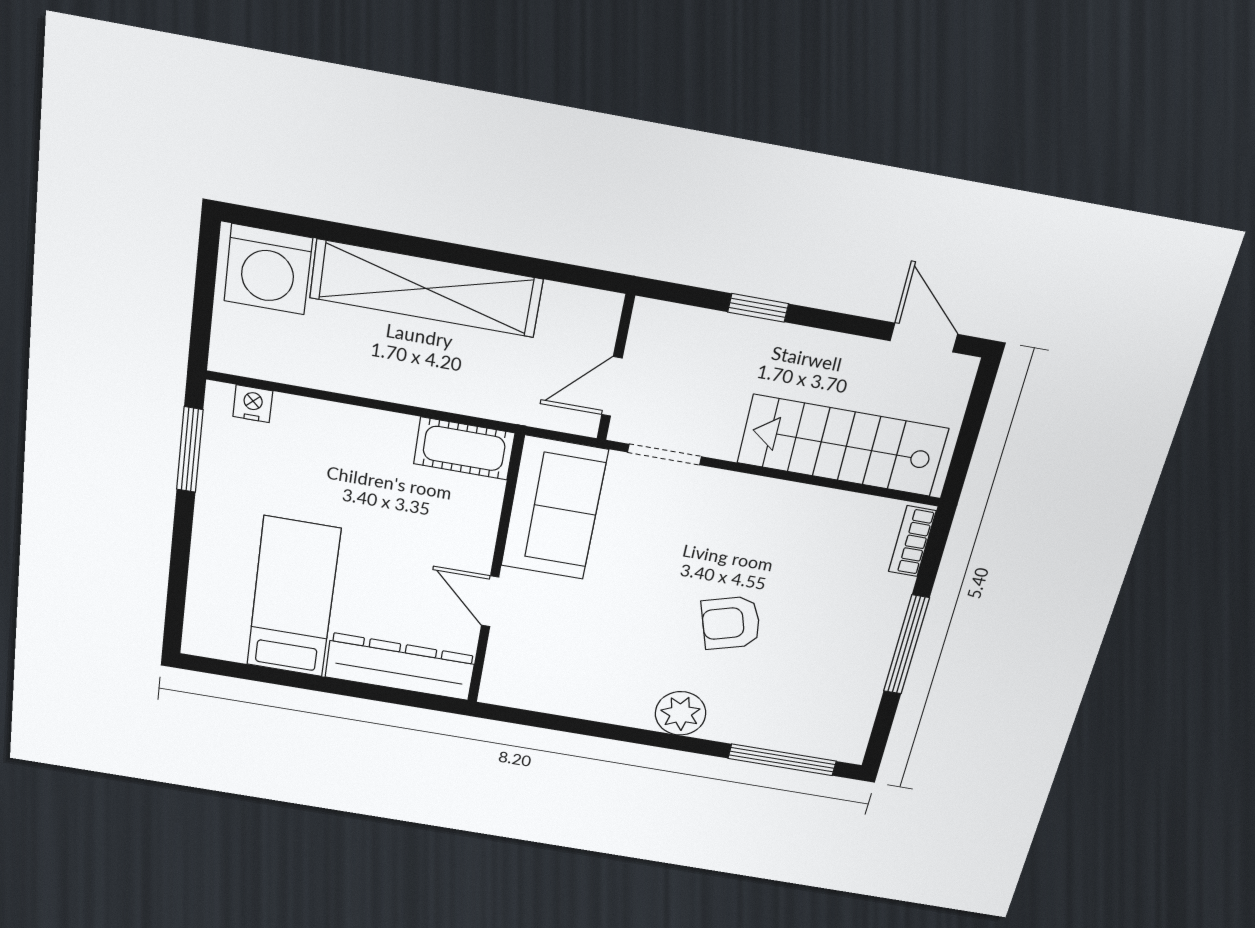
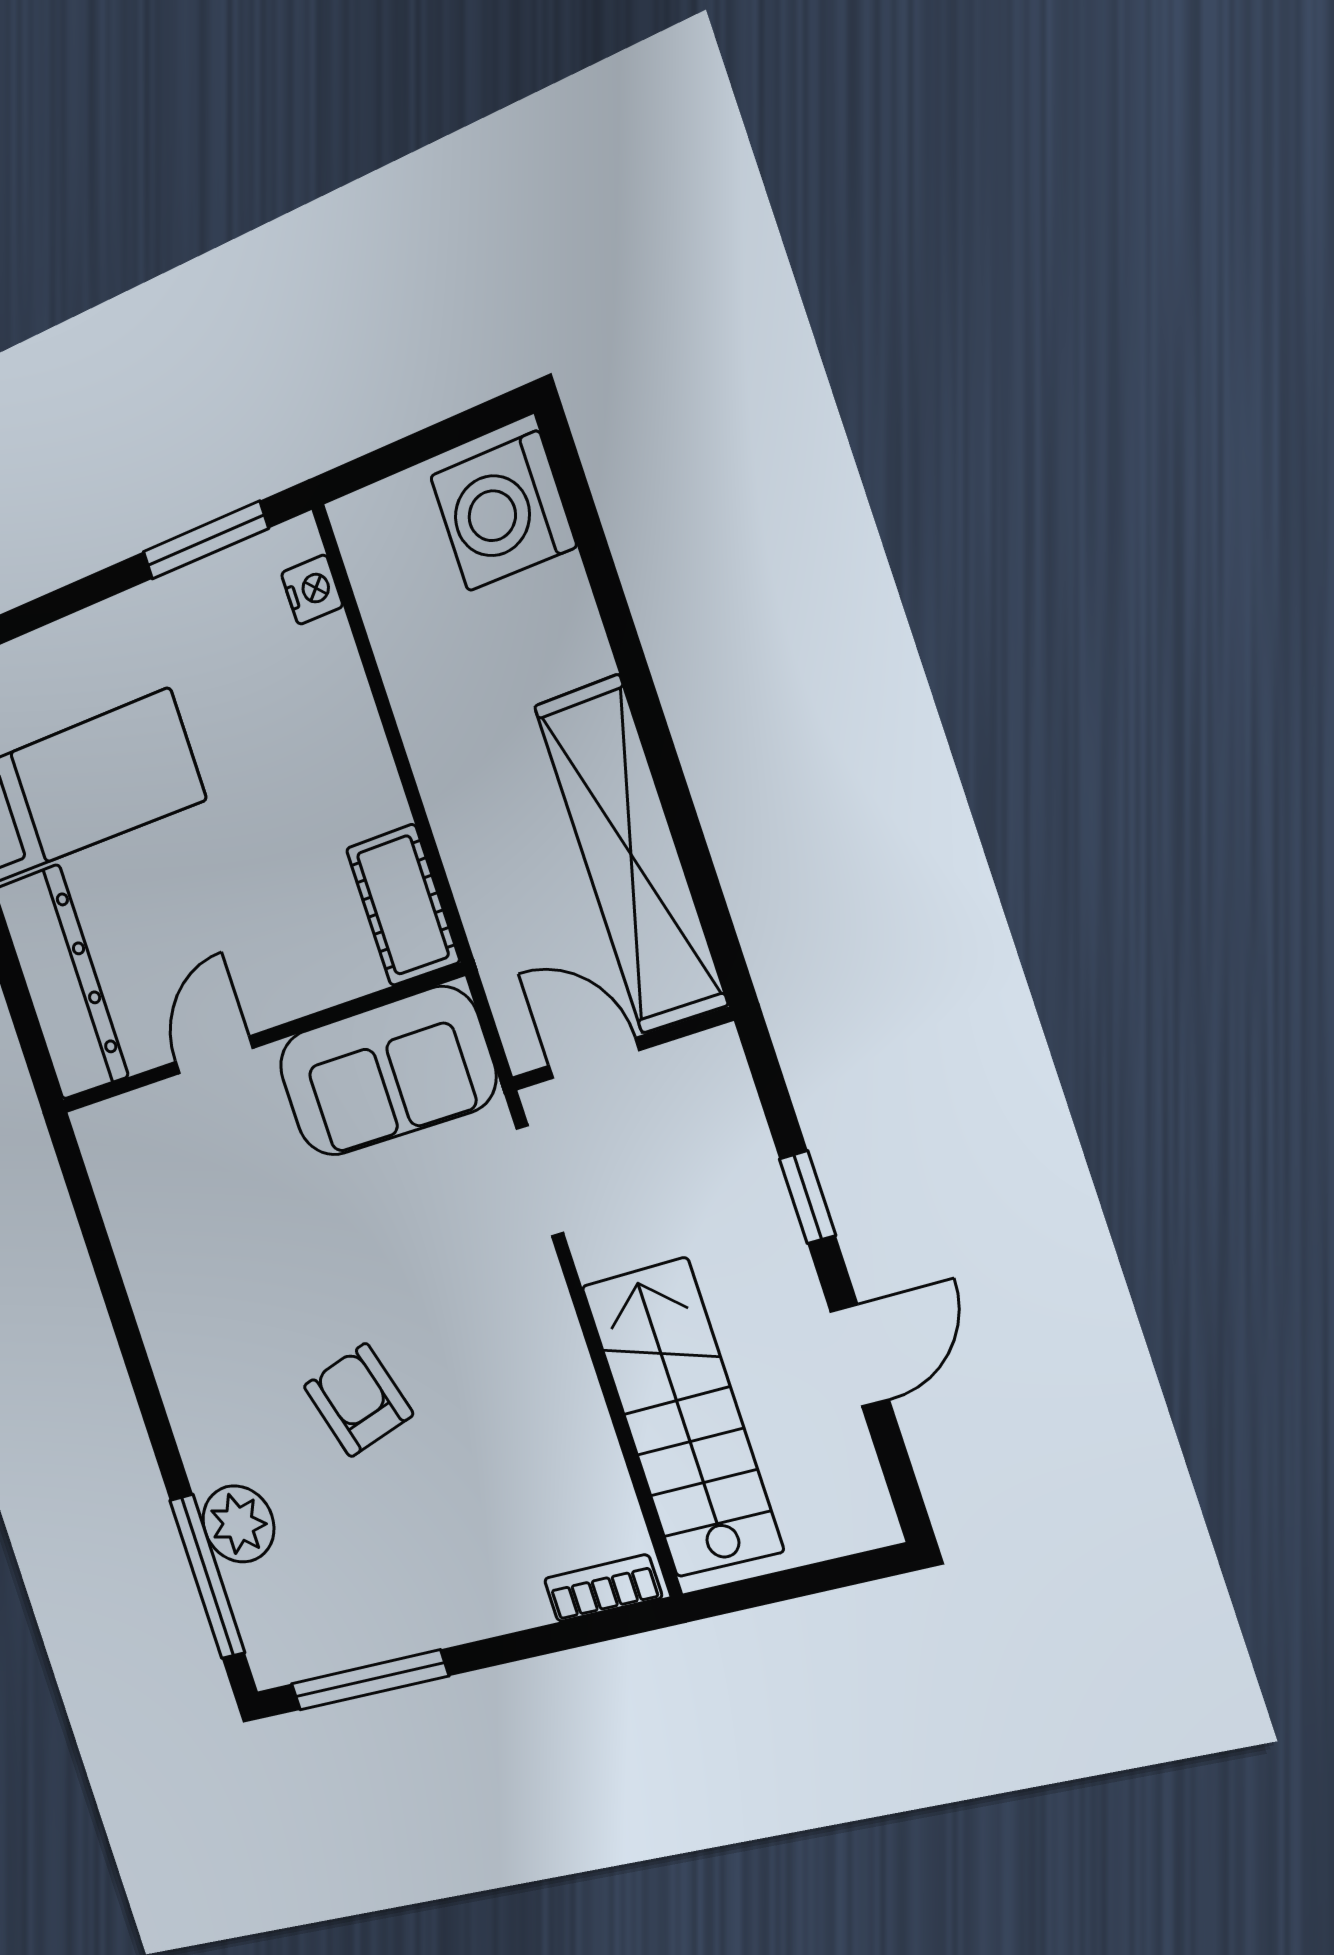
shelving: (426, 288) -> (631, 855), moved
door: (924, 337) -> (860, 1355), moved
window: (906, 645) -> (369, 1680), moved
plant: (681, 713) -> (238, 1524), moved

